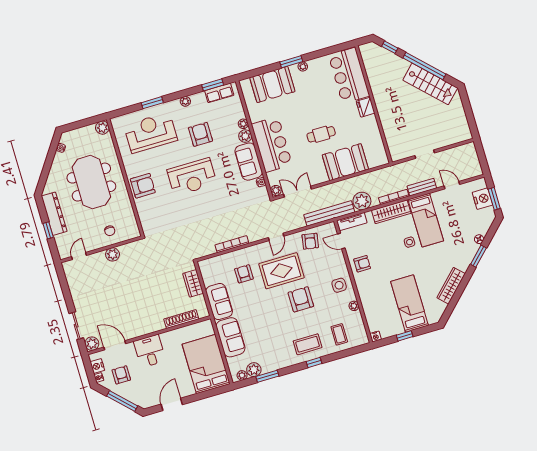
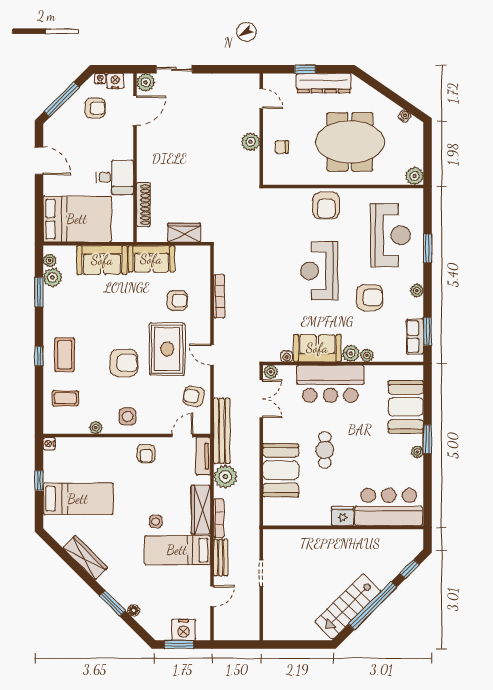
desk: (150, 351) -> (115, 177), moved

